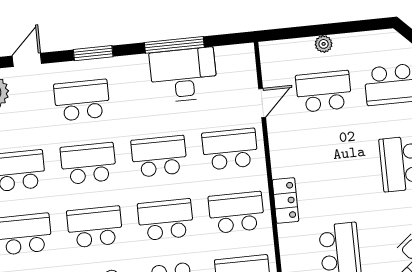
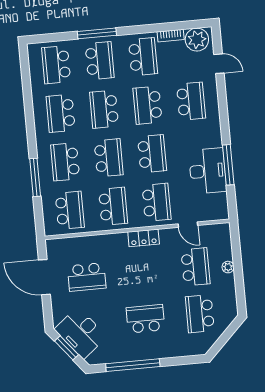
window: (93, 53) -> (223, 109), removed
school desk: (88, 164) -> (148, 105), turned 180
locker: (286, 200) -> (144, 238), moved
school desk: (95, 227) -> (104, 109), turned 180

